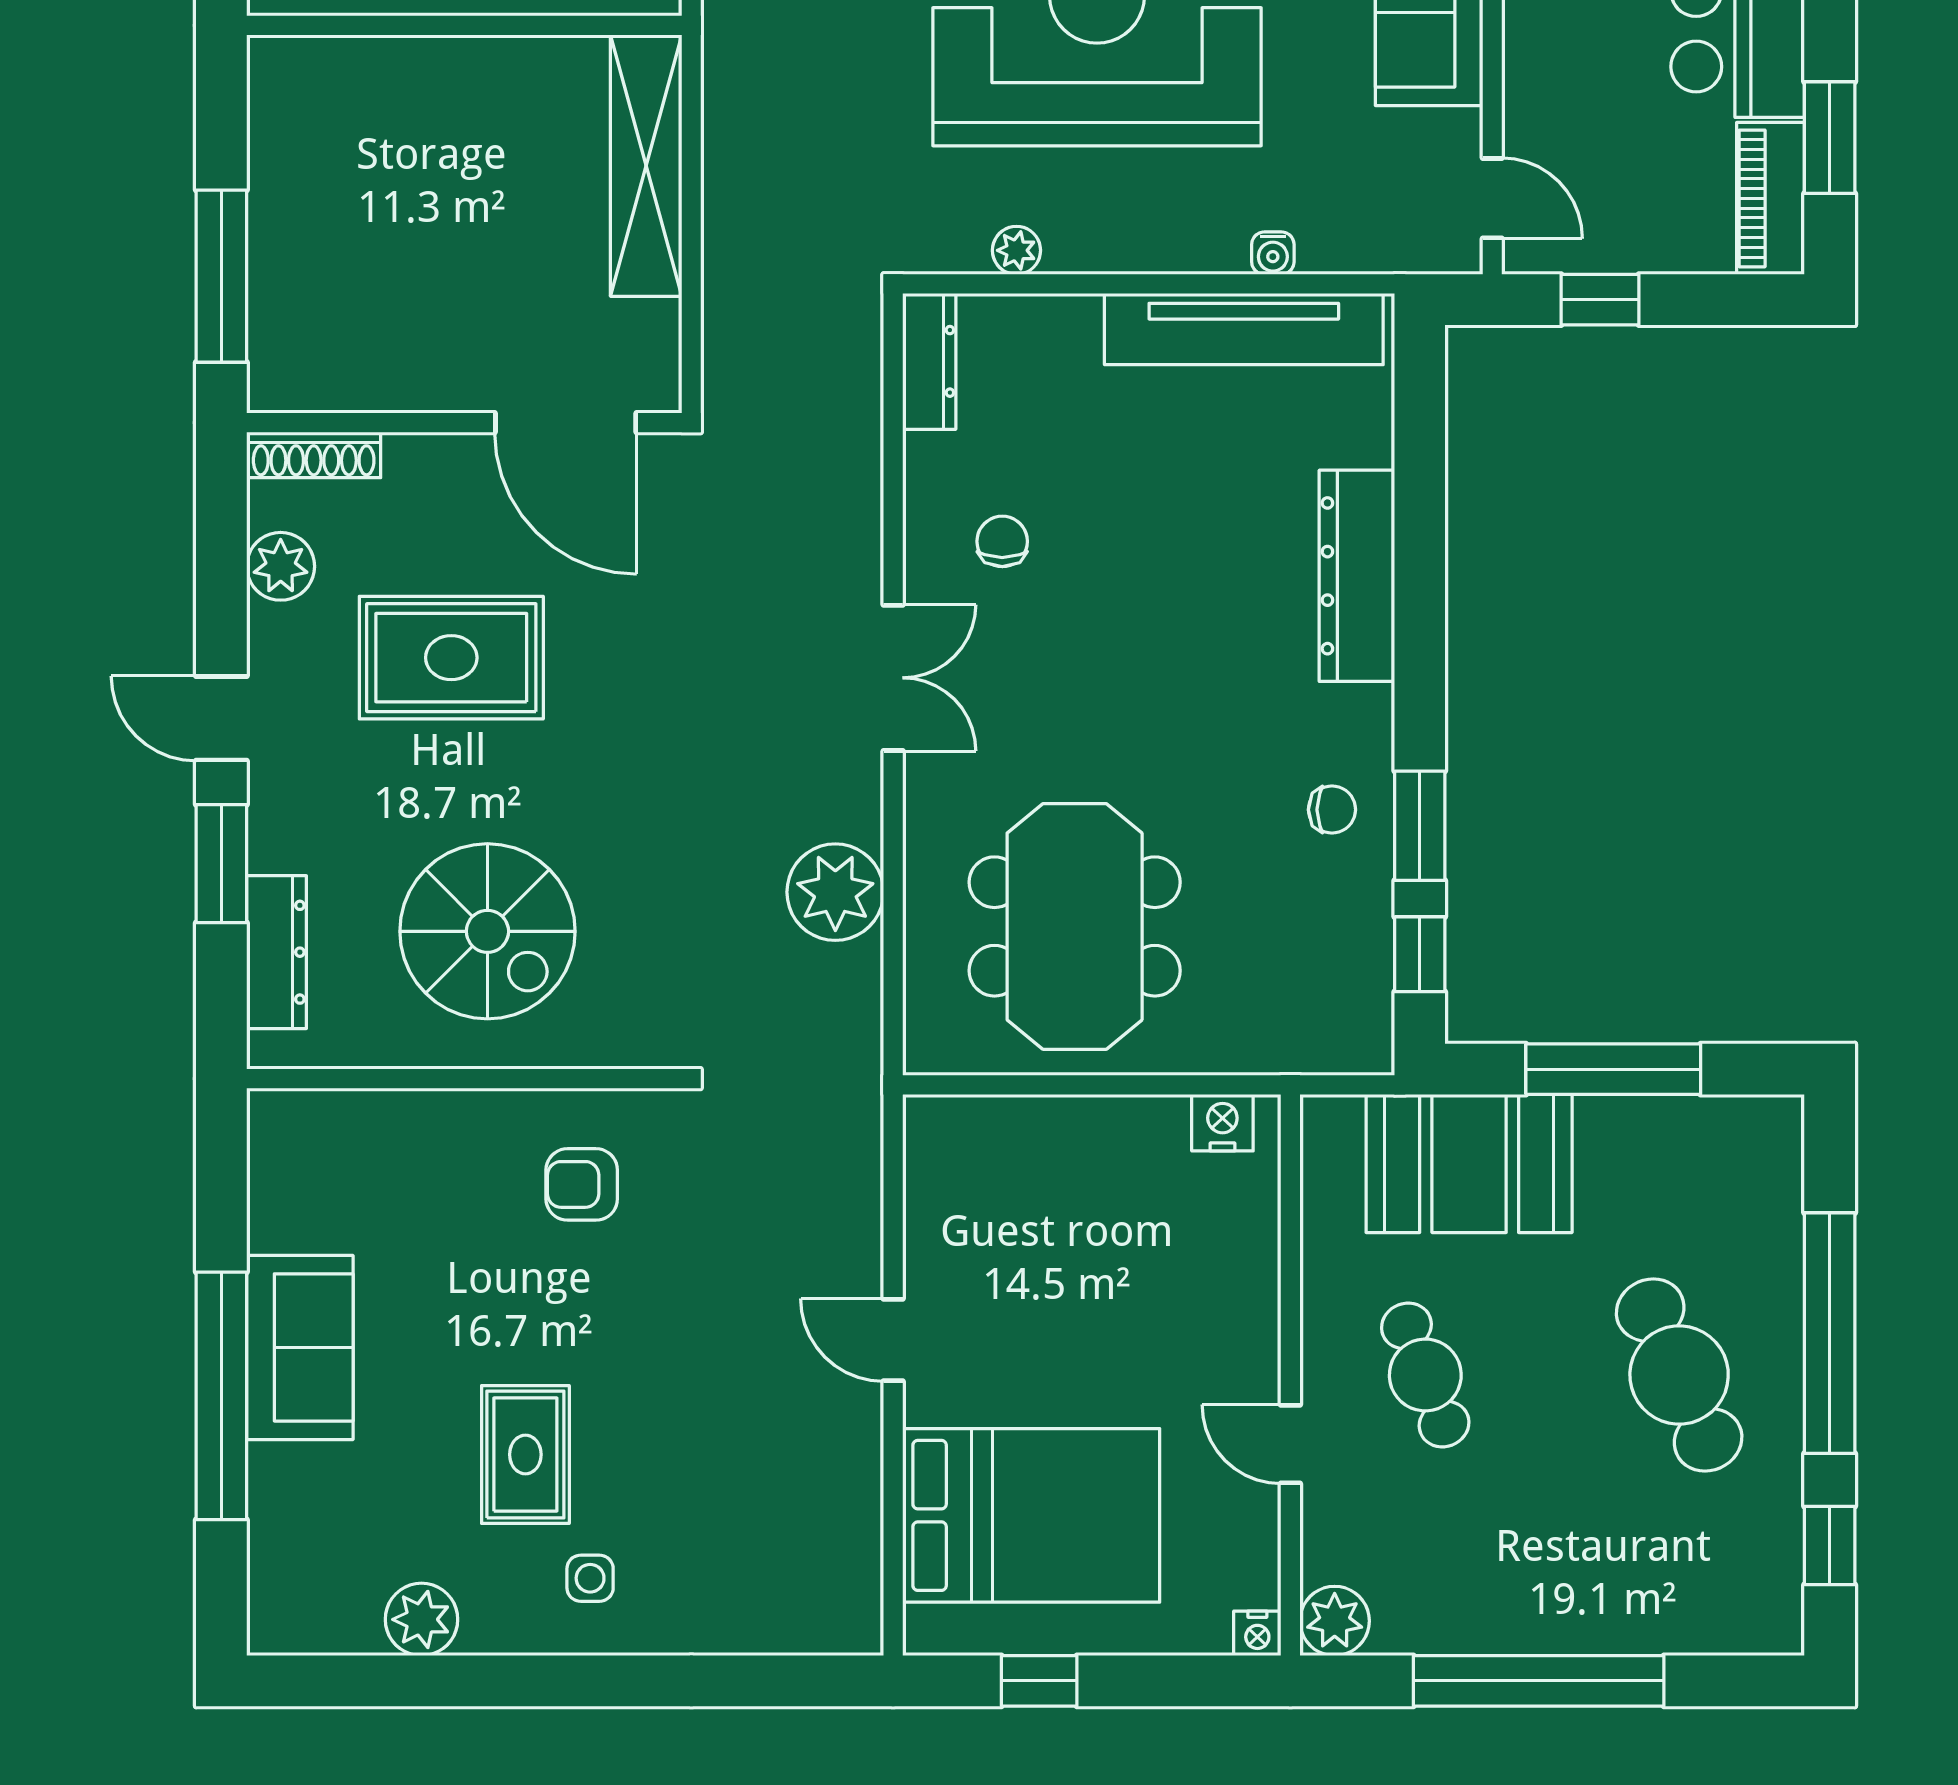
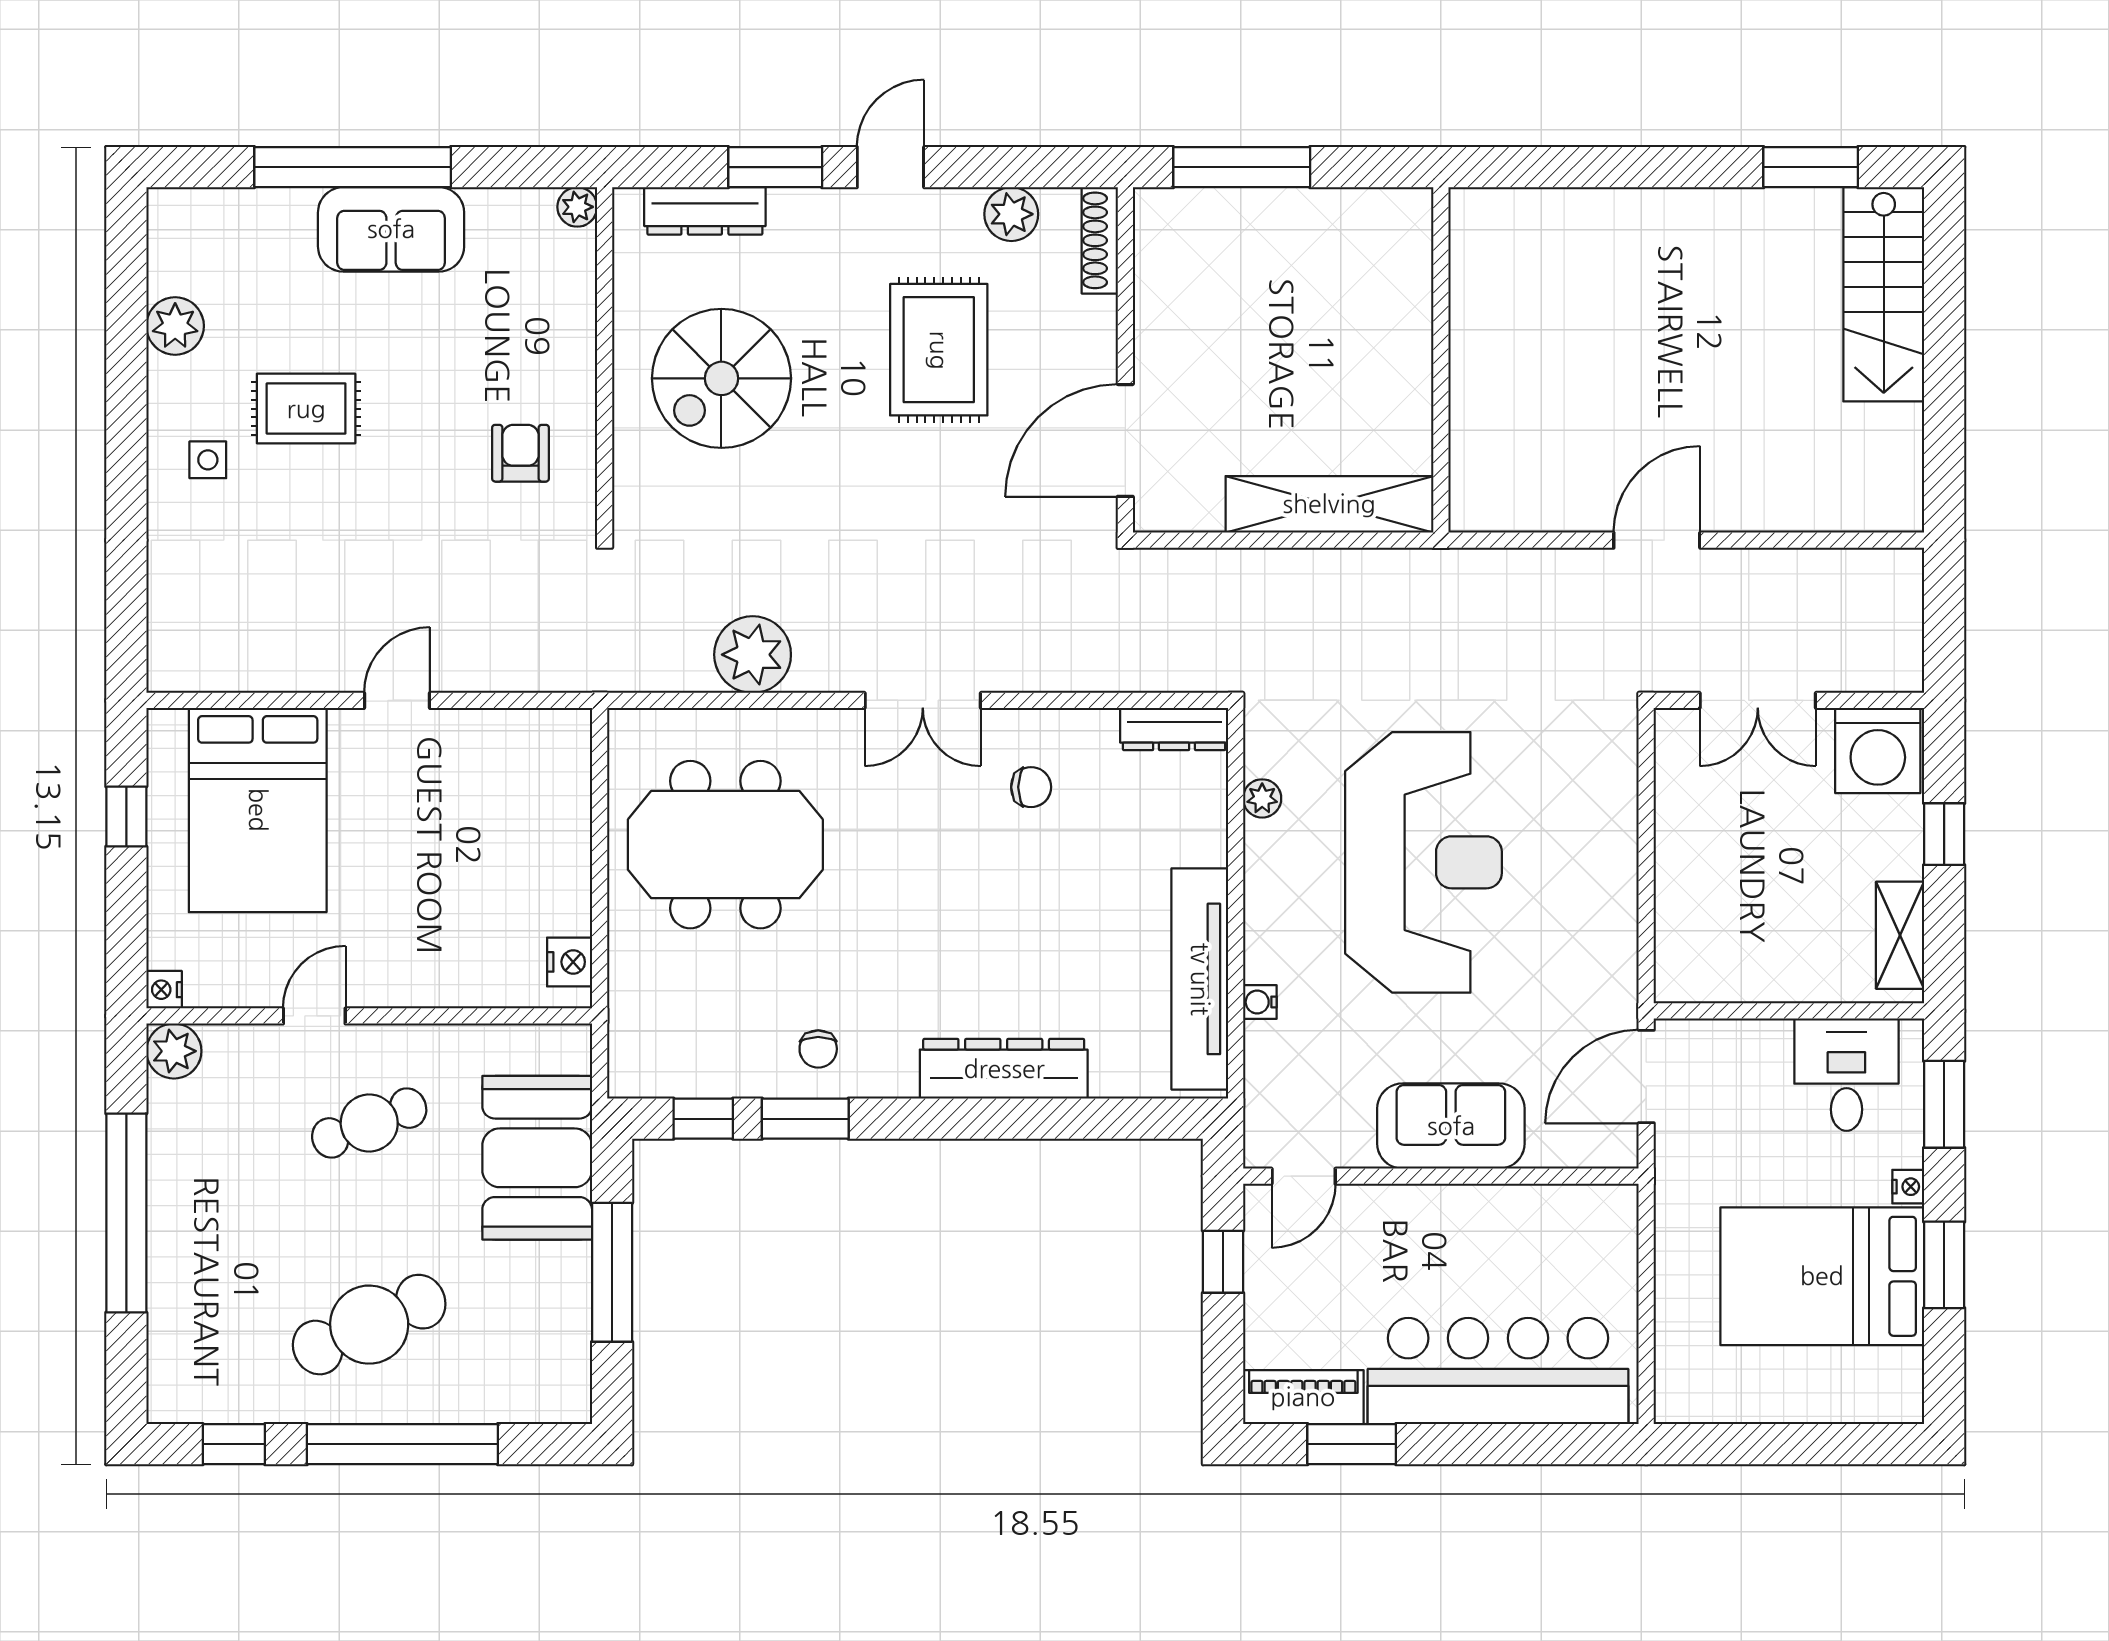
plant: (272, 1113) -> (577, 207), added

